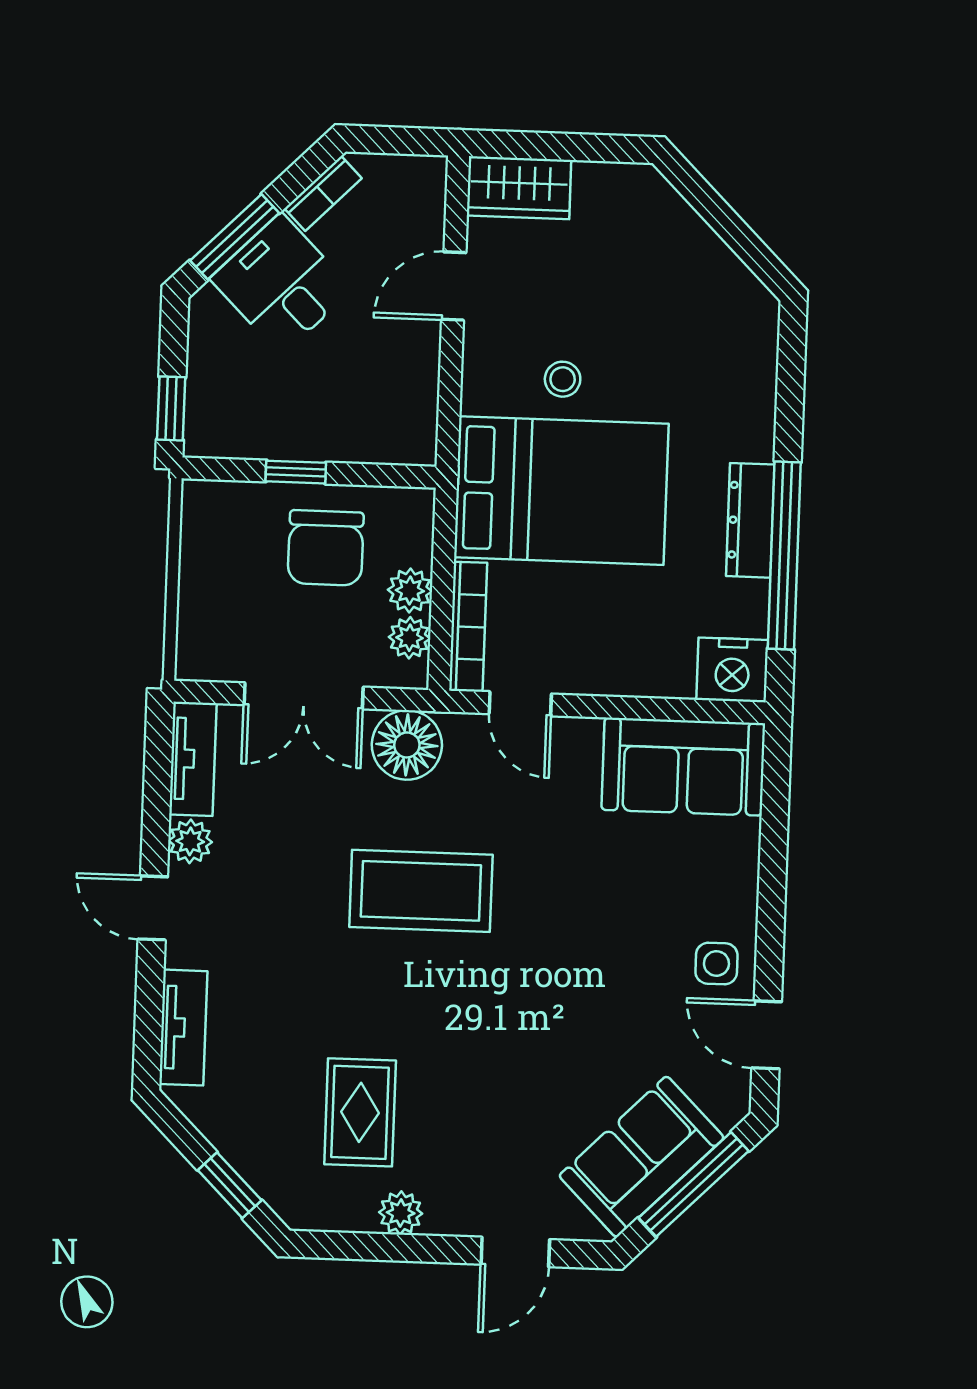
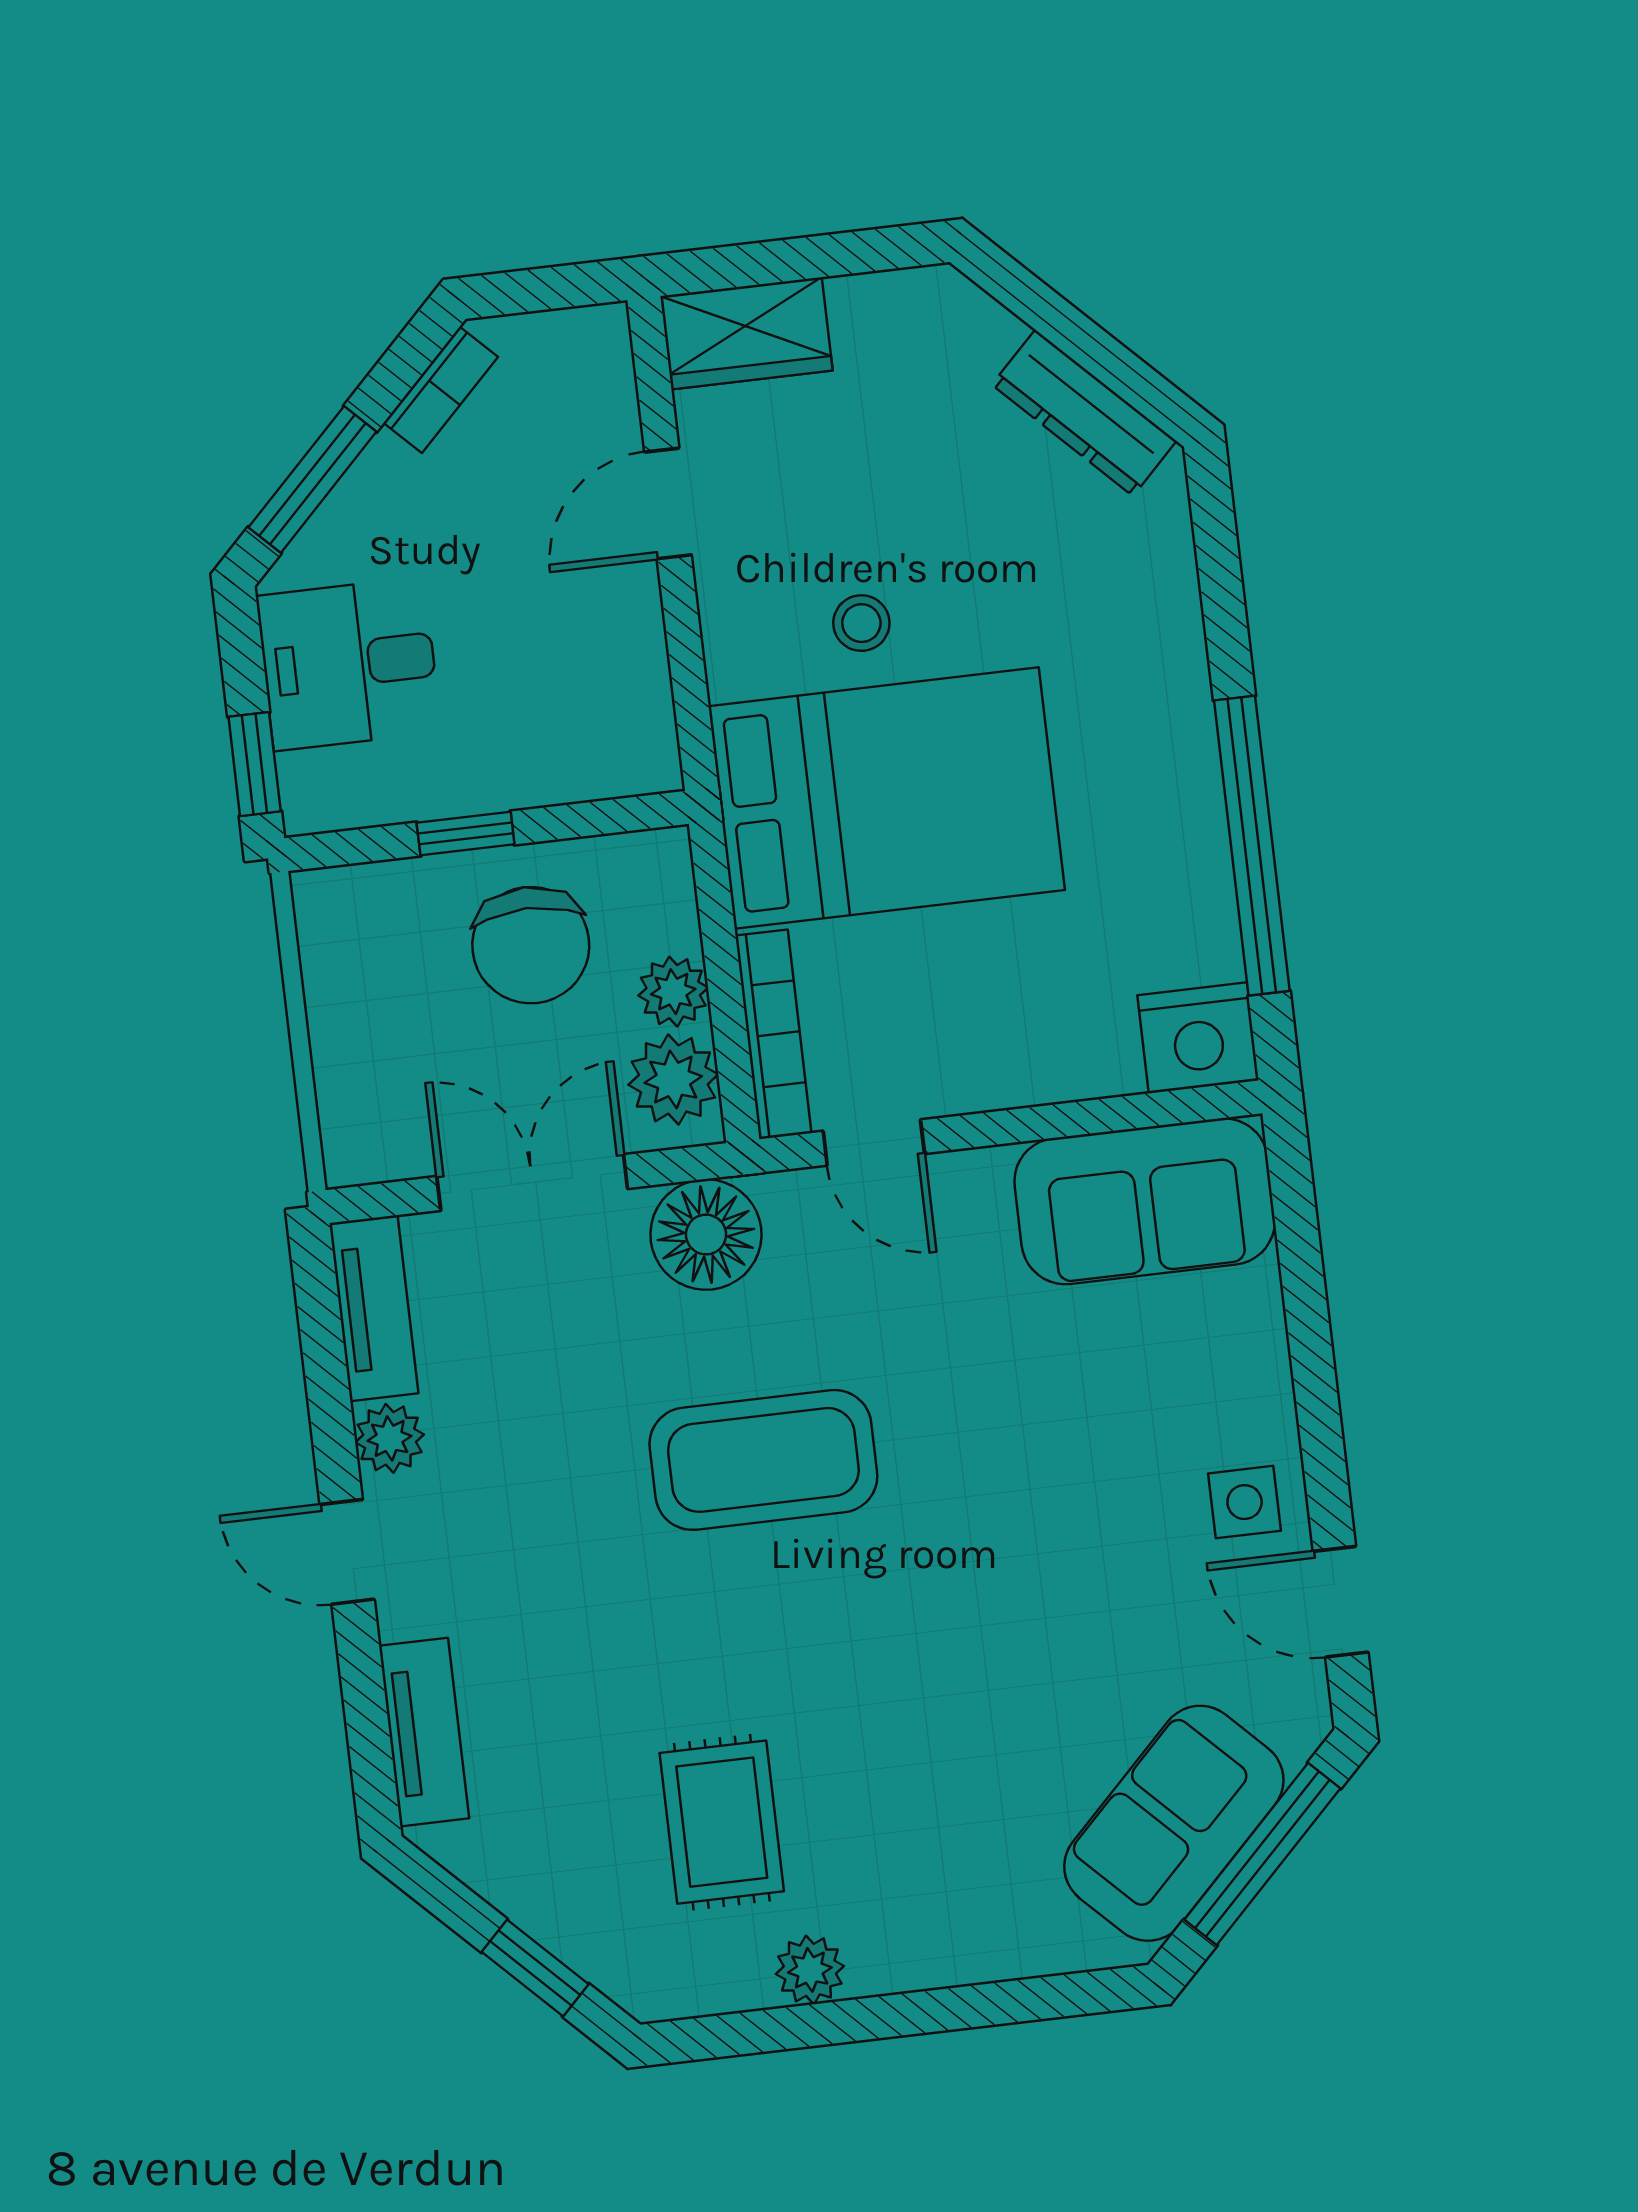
desk: (281, 284) -> (349, 664), moved, turned -45
dresser: (750, 520) -> (1084, 413), moved, turned -45
plant: (410, 638) -> (673, 1080), width x1.38, depth x1.38
double door: (304, 696) -> (532, 1183), swing flipped
door: (515, 1252) -> (999, 2003), removed

